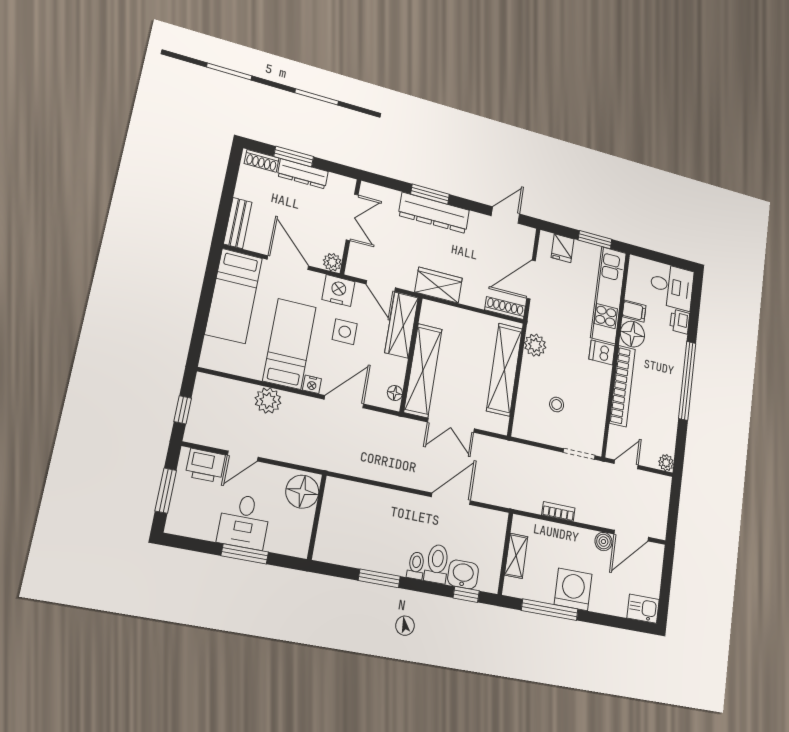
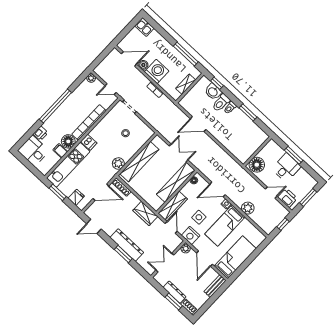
washing machine: (573, 589) -> (157, 71), moved, turned 180

